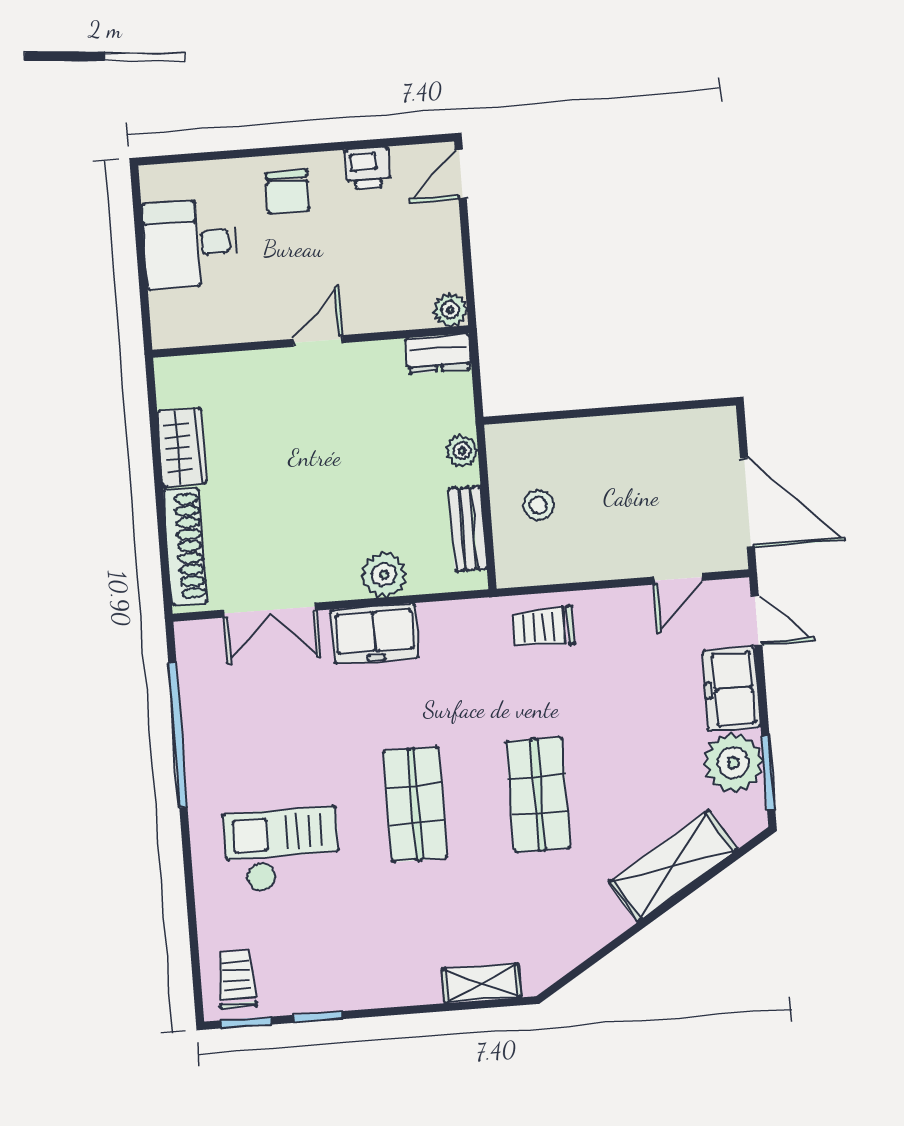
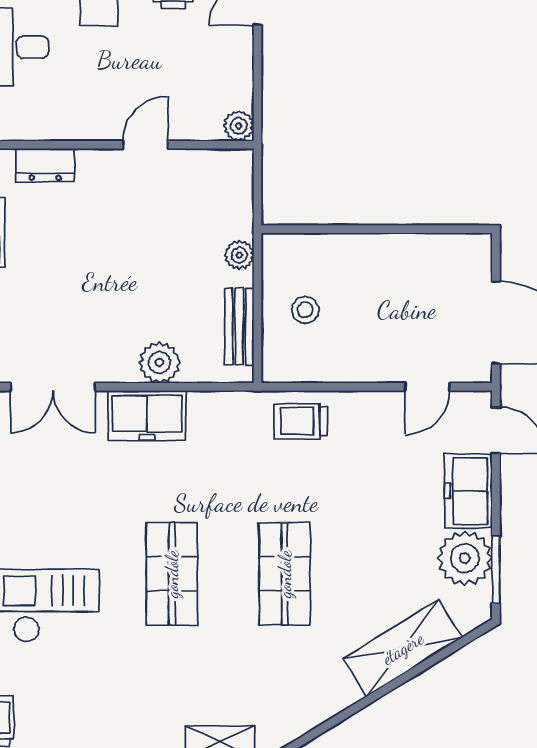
door: (318, 341) -> (145, 145), moved
dresser: (438, 354) -> (45, 165), moved

